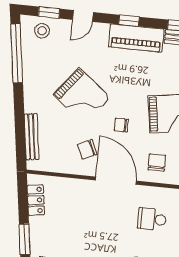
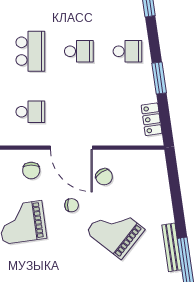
bench: (32, 137) -> (172, 247), moved
chair: (87, 149) -> (104, 177), turned 82

